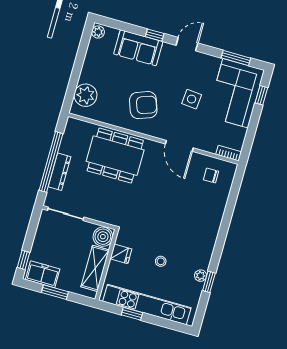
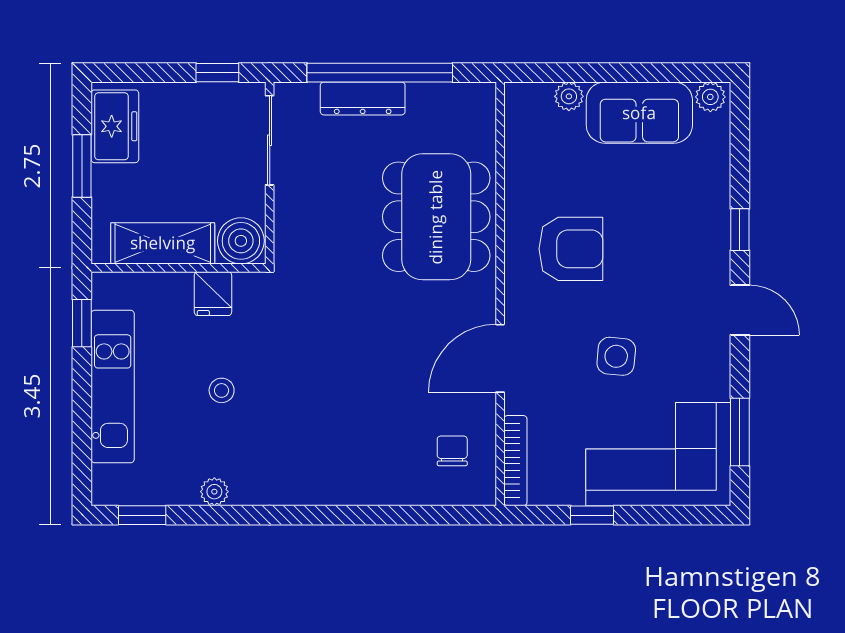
sofa: (138, 48) -> (639, 113), moved, turned -90
plant: (86, 95) -> (569, 96), width x0.53, depth x0.53
window: (261, 95) -> (592, 515), moved
armchair: (143, 105) -> (571, 249), turned -70
bookcase: (229, 153) -> (515, 461), width x1.56
window: (23, 260) -> (217, 73), moved
window: (209, 282) -> (142, 515), moved
kitchen unit: (147, 305) -> (113, 387), width x0.73
window: (132, 314) -> (82, 323), moved

